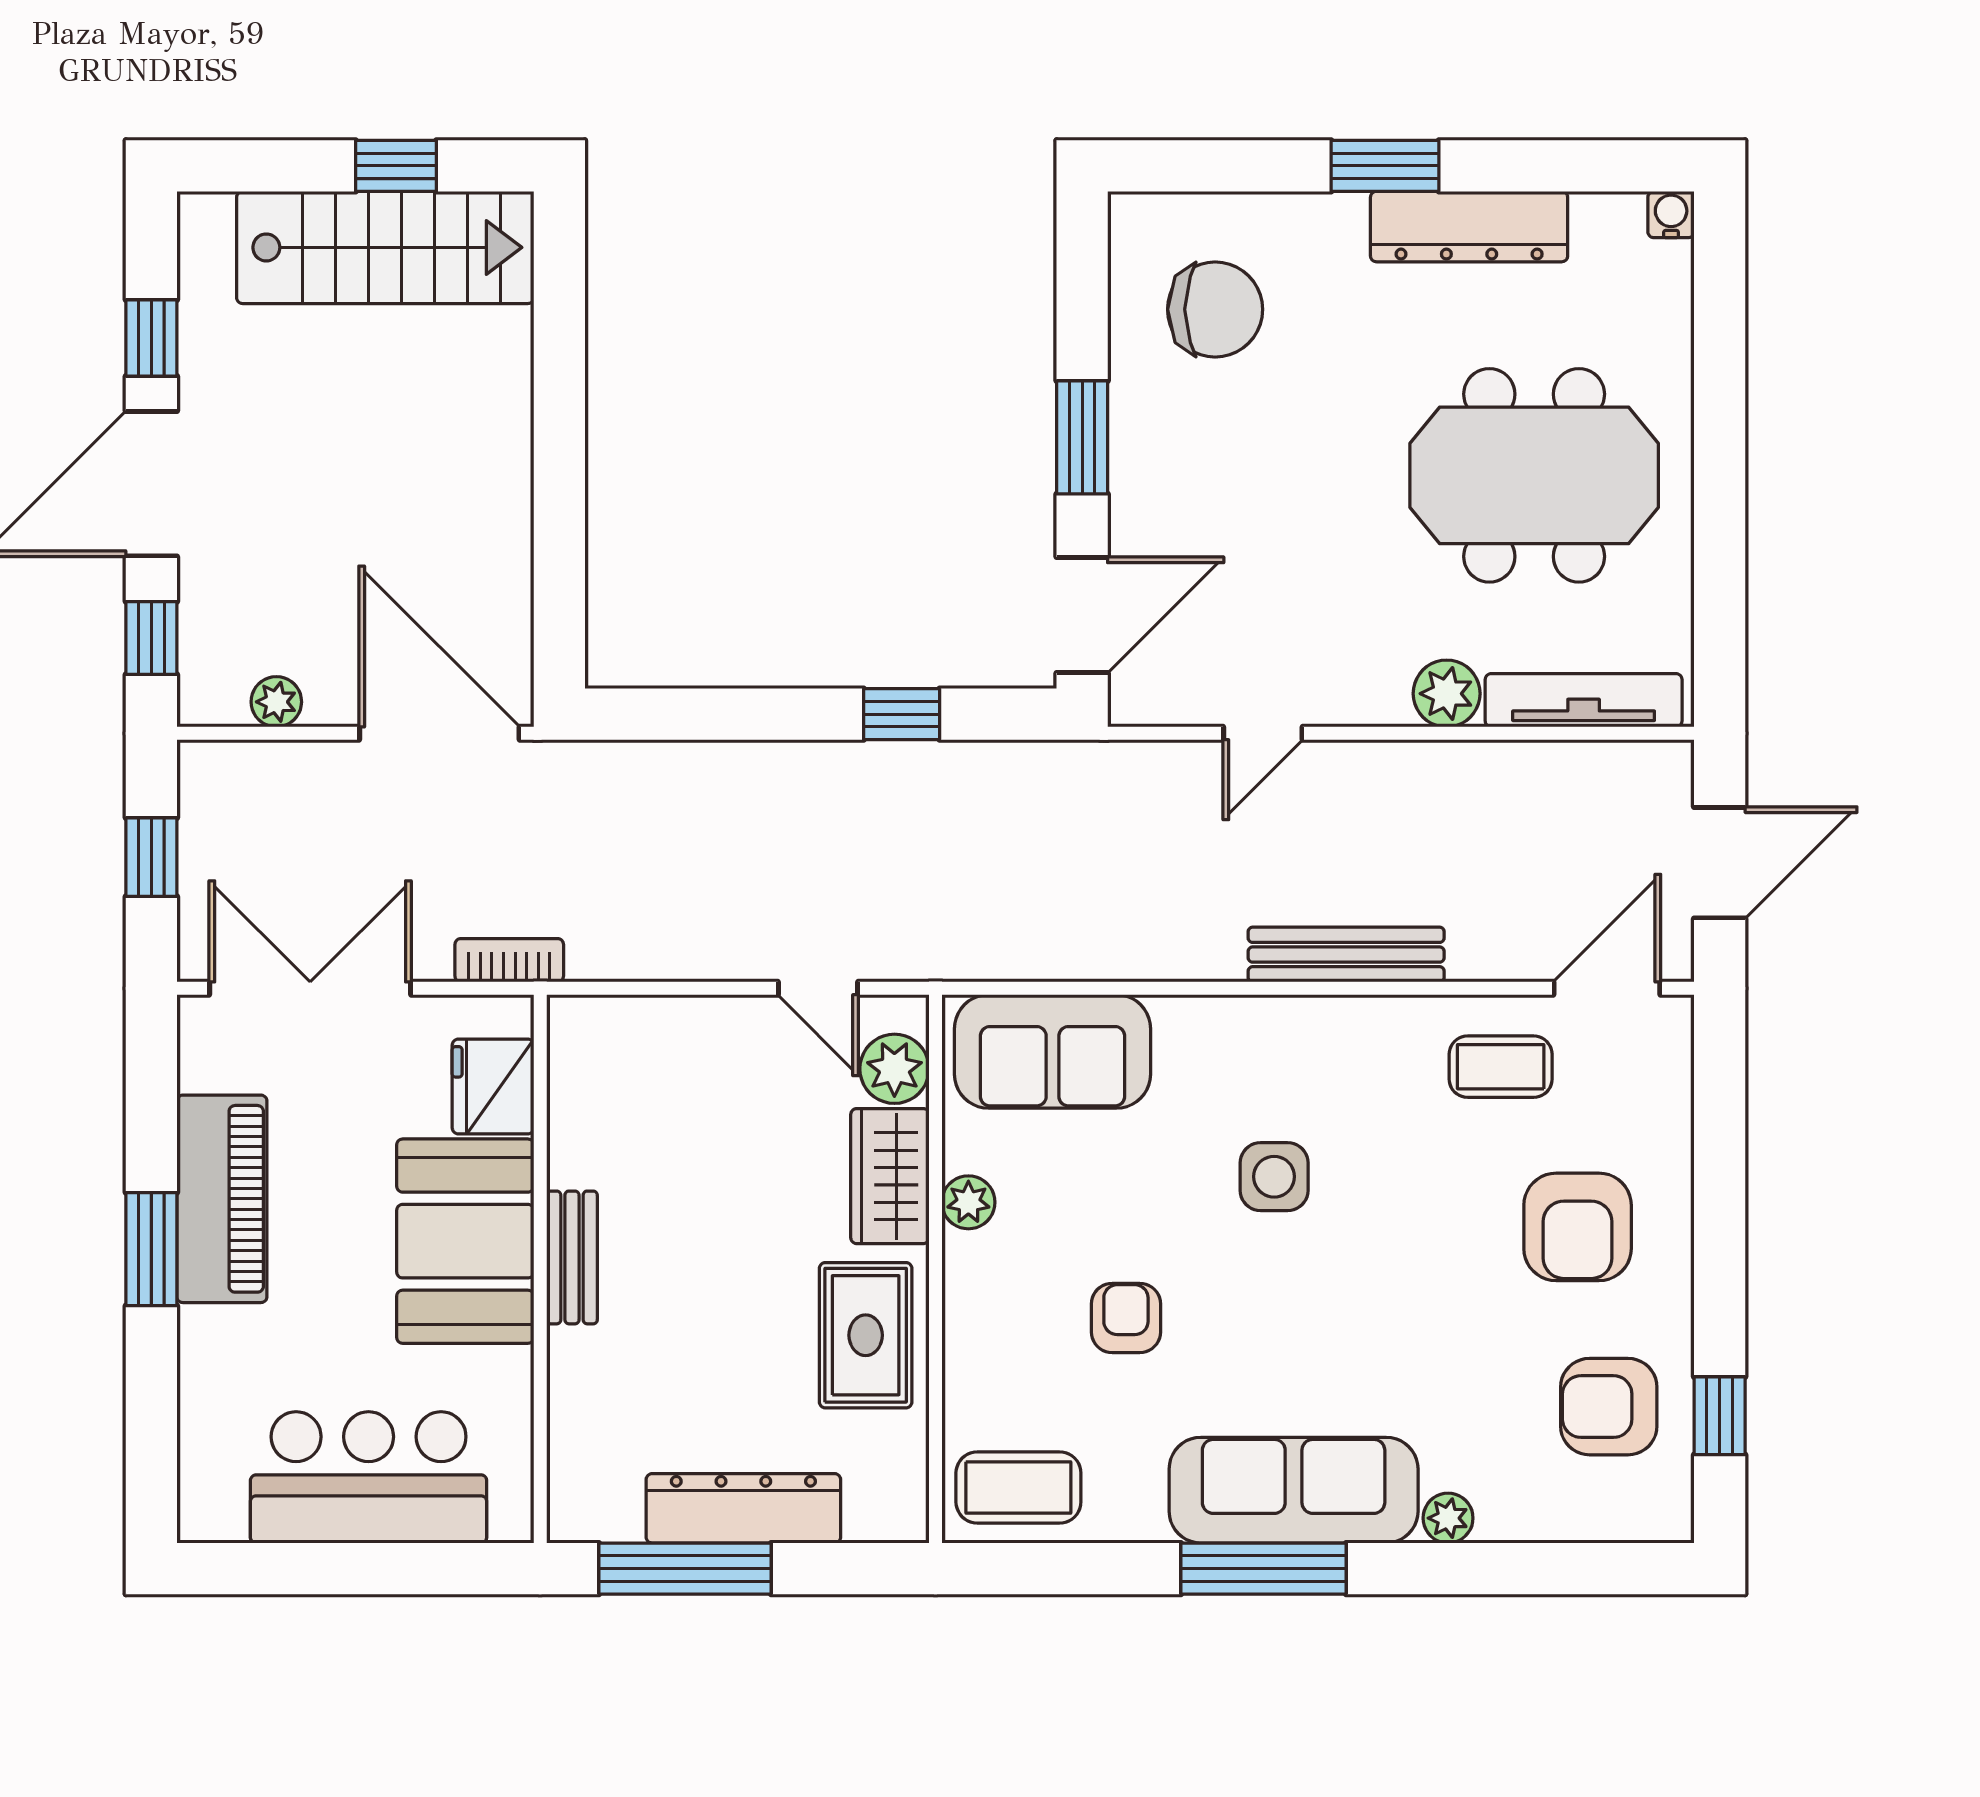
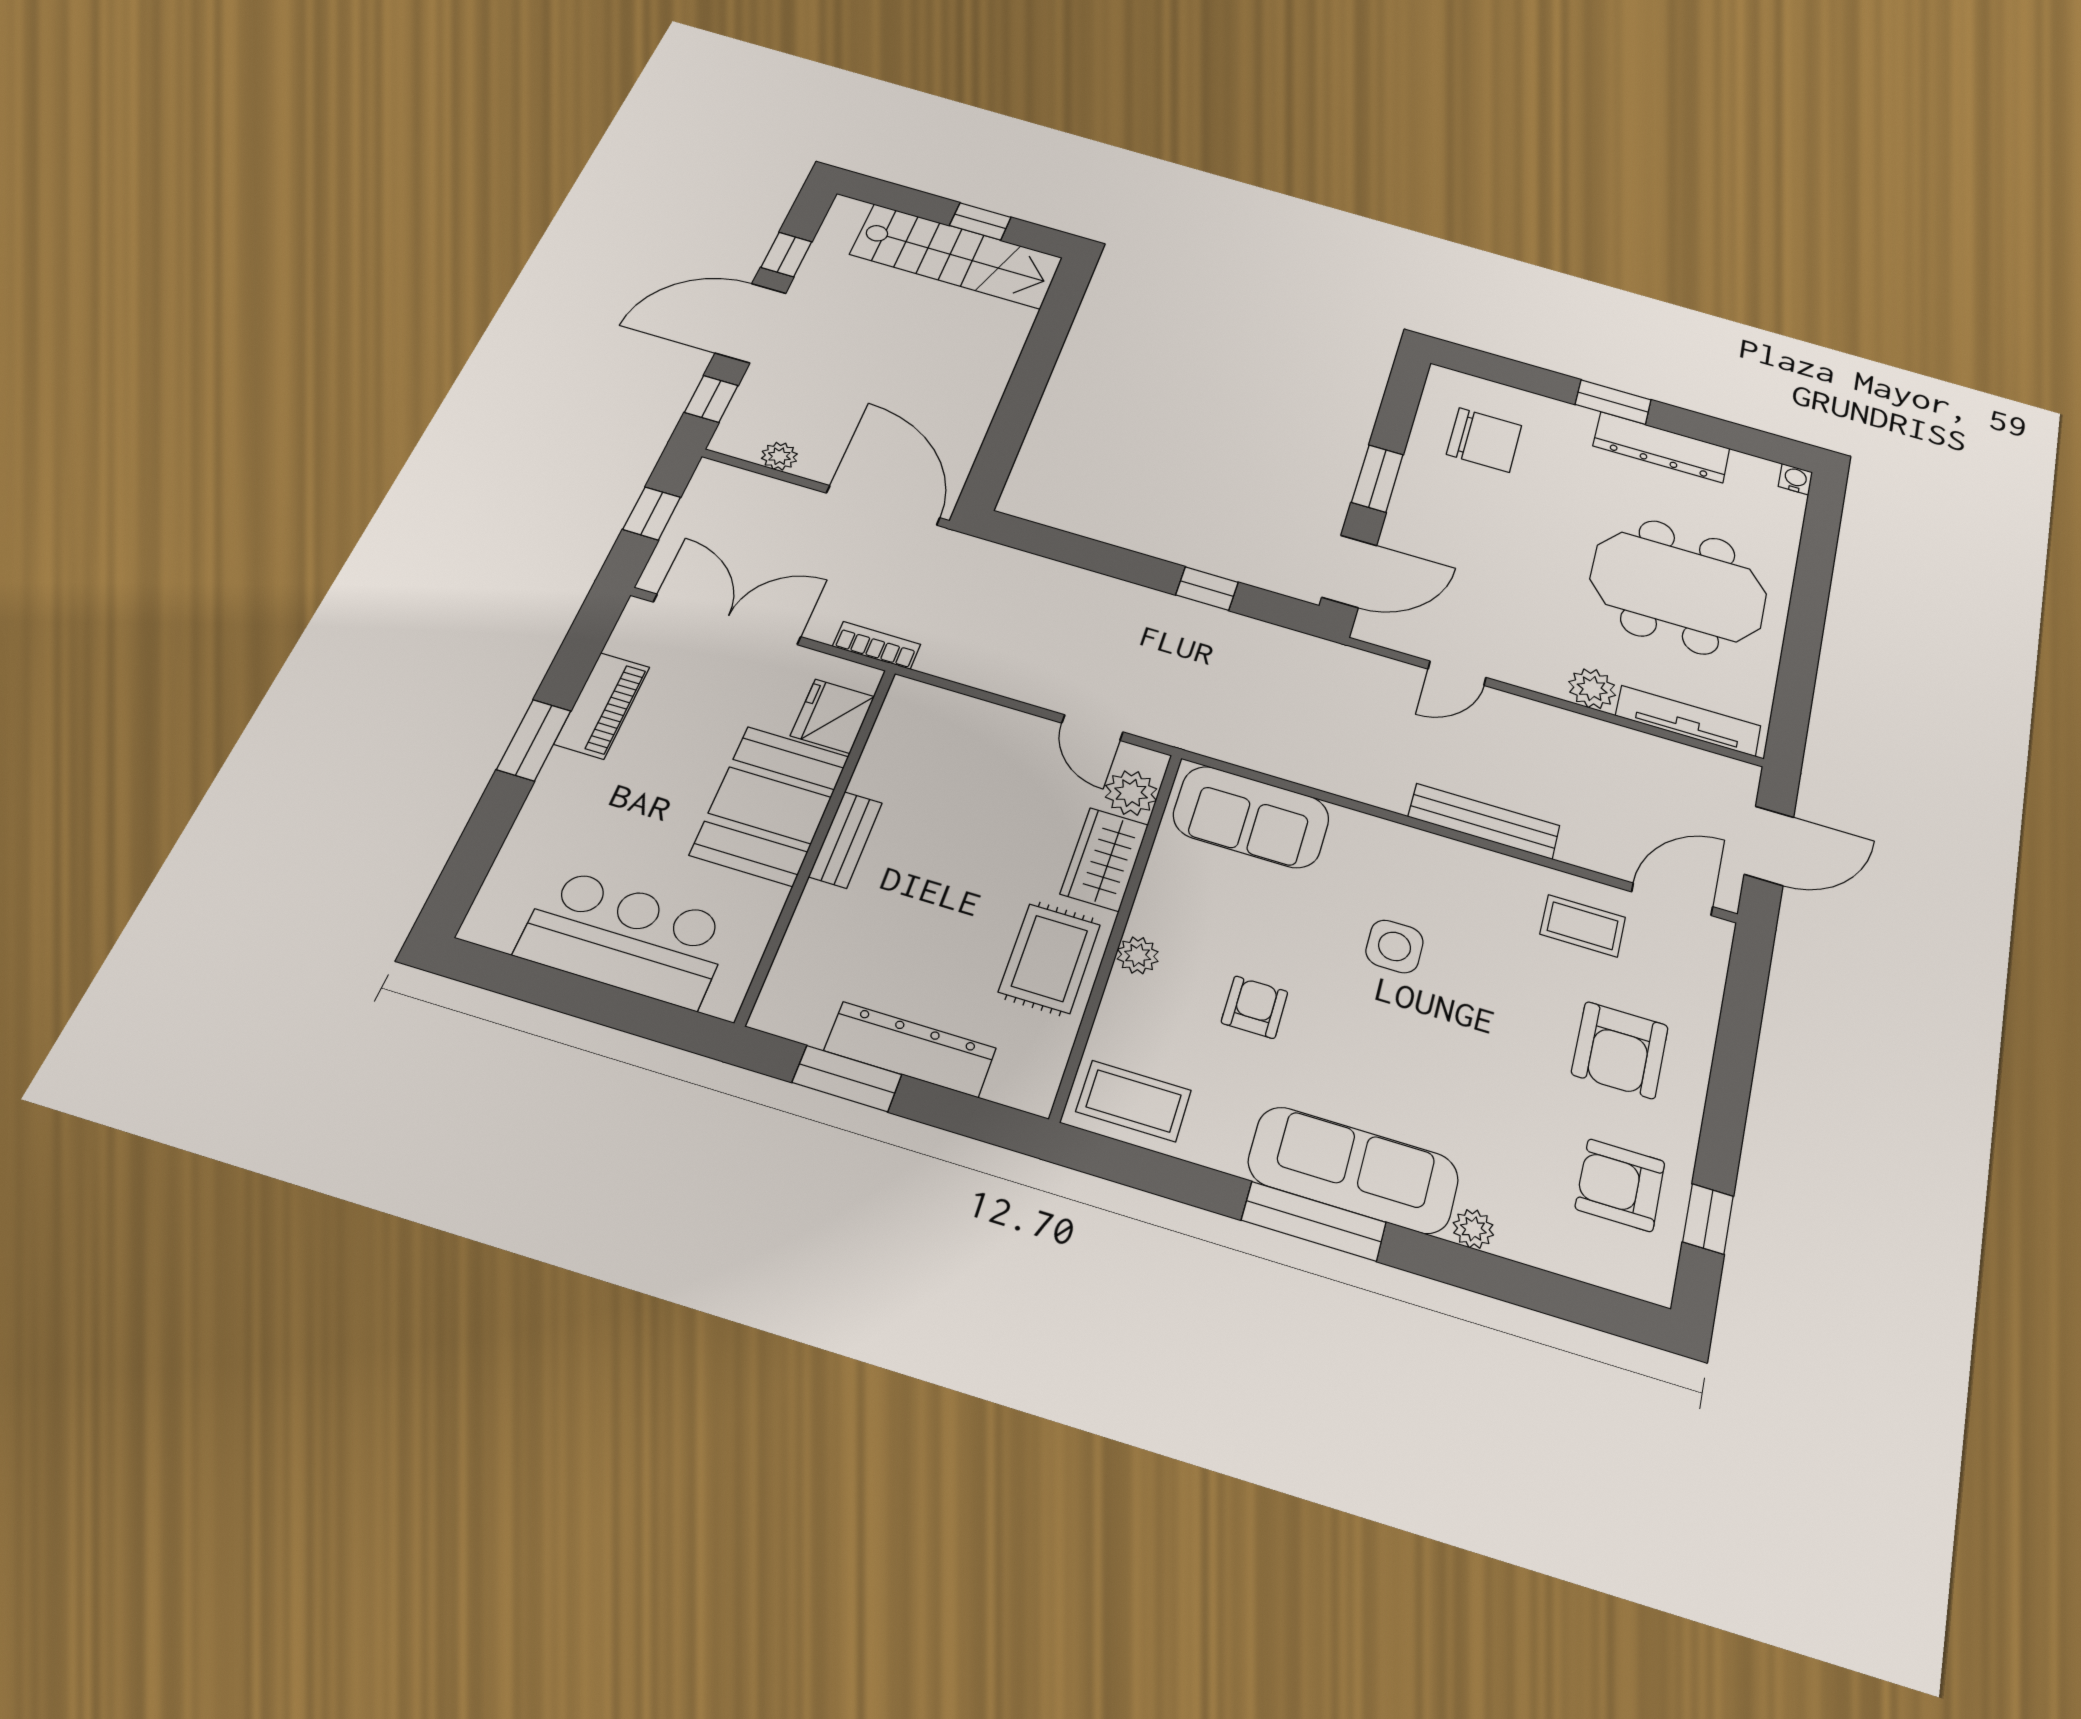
piano: (222, 1199) -> (602, 705), width x0.73, depth x0.75
plant: (968, 1202) -> (1138, 955), moved
window: (685, 1569) -> (847, 1079), width x0.69

